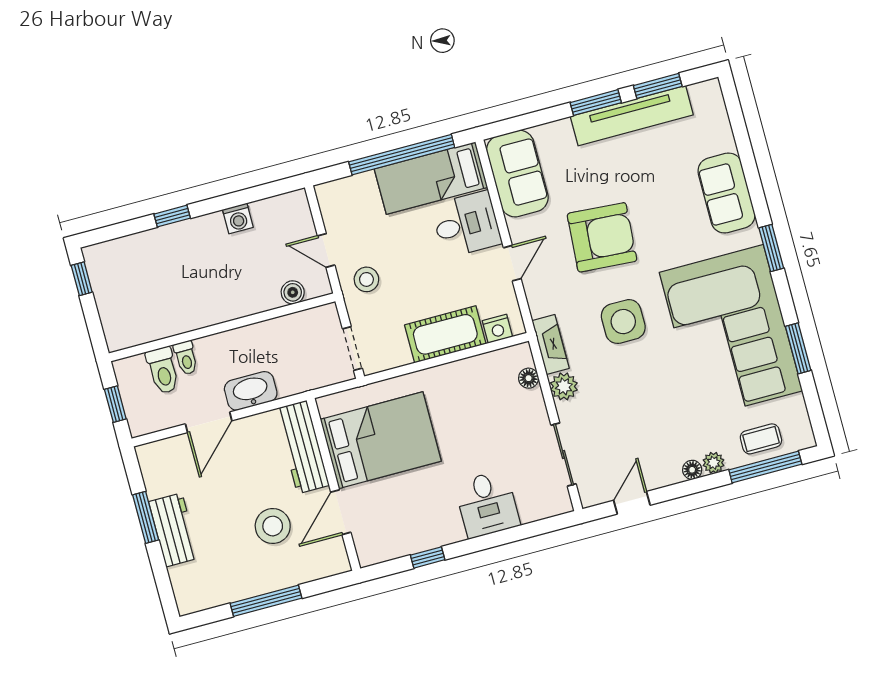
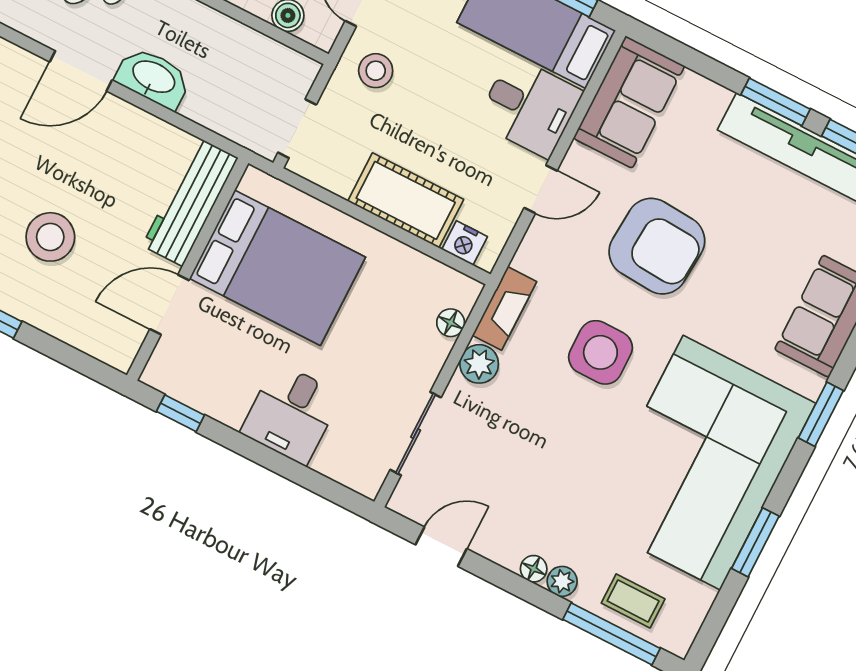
bed: (381, 440) -> (277, 268), moved
workbench: (302, 447) -> (190, 202), moved
wall: (333, 484) -> (188, 269), moved
door: (341, 512) -> (169, 305), moved

